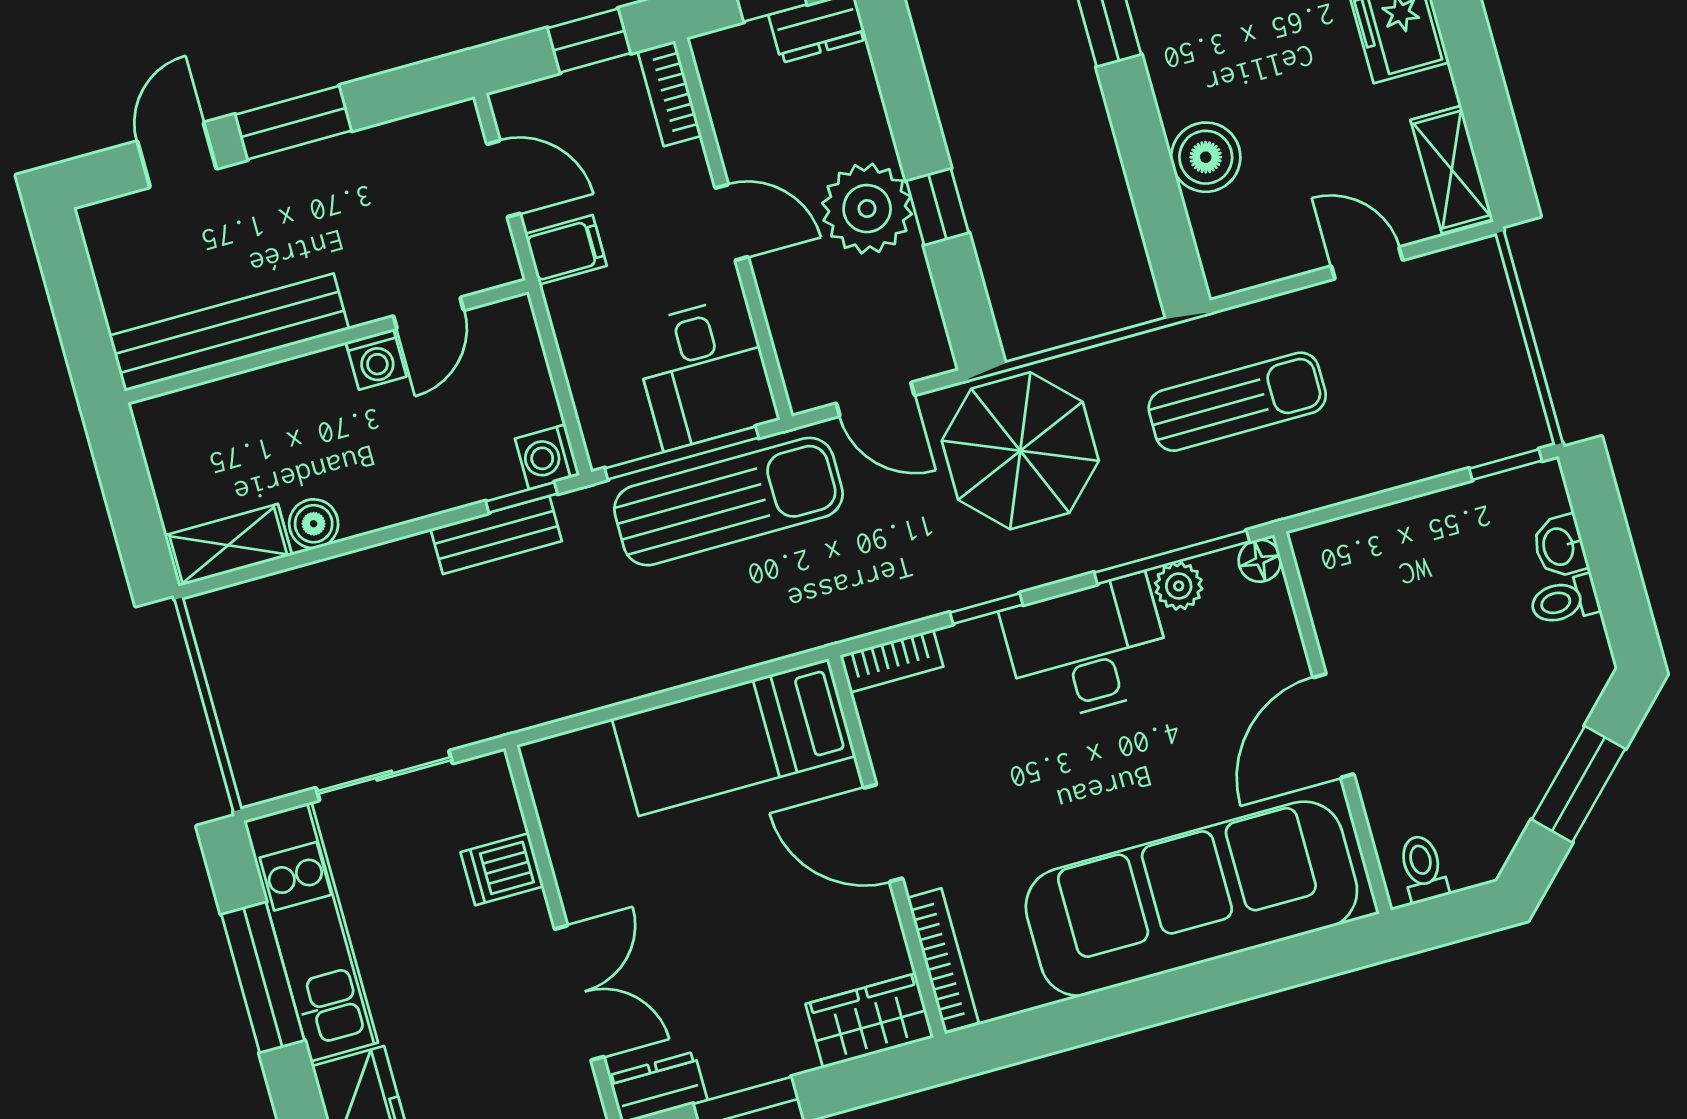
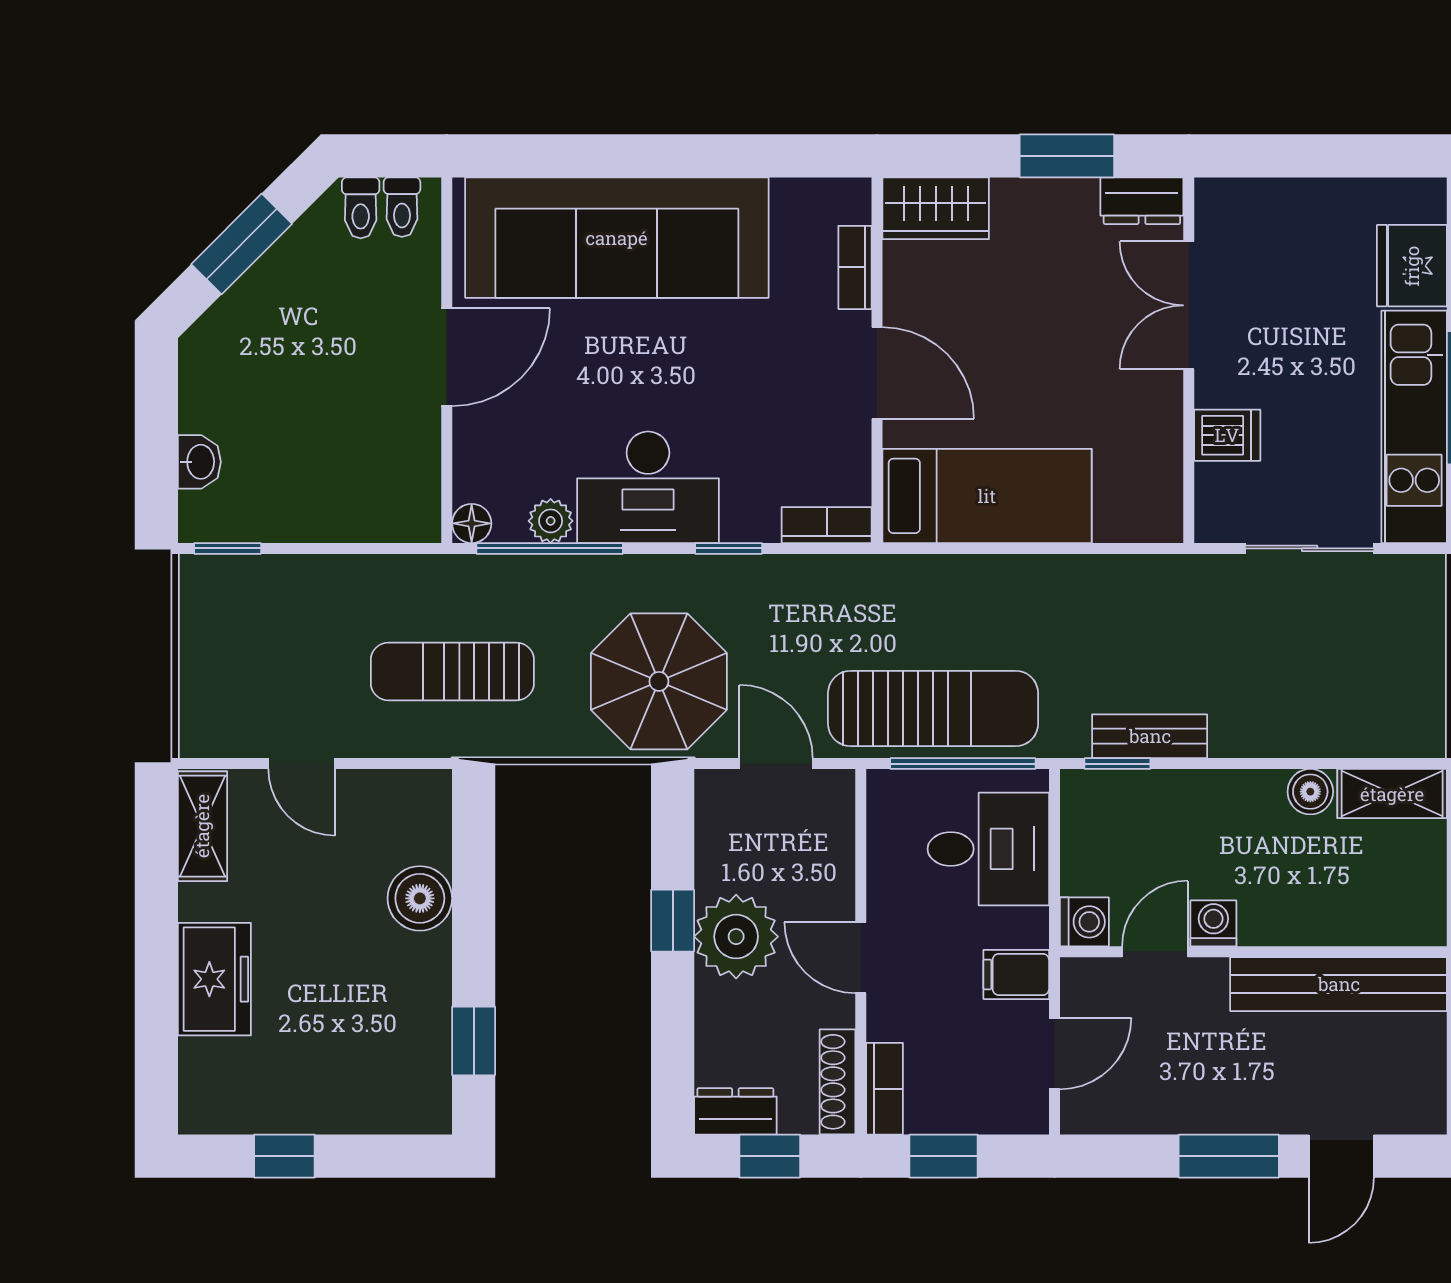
shoe rack: (720, 87) -> (838, 1082), added
door: (504, 179) -> (1054, 1054), swing flipped
desk: (705, 373) -> (988, 849), moved, turned 90
washing machine: (547, 457) -> (1084, 922), moved
sun lounger: (728, 502) -> (933, 708), turned 180
toilet: (1565, 600) -> (361, 208), moved, turned 90
bookcase: (943, 960) -> (855, 267), width x0.64

